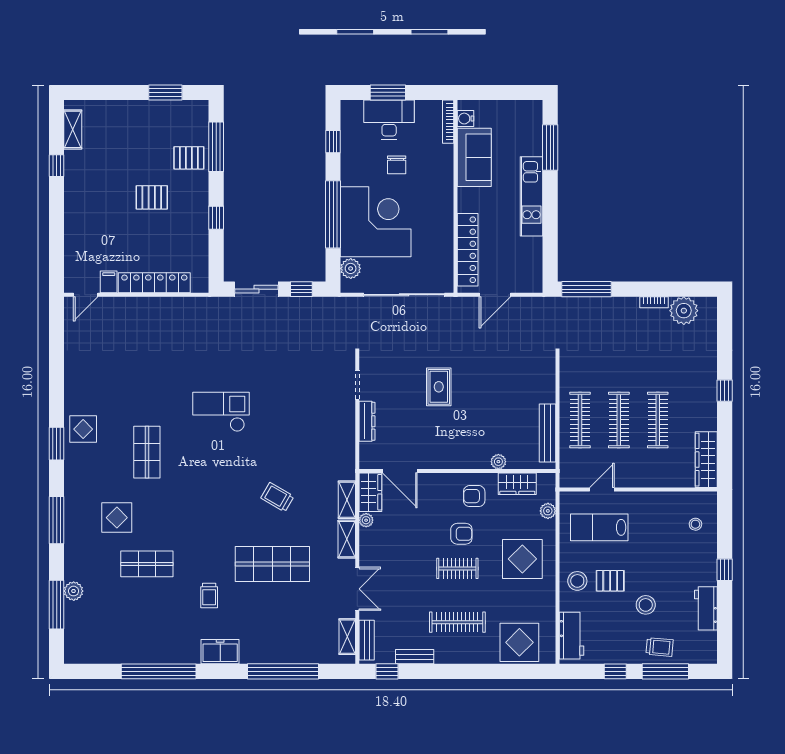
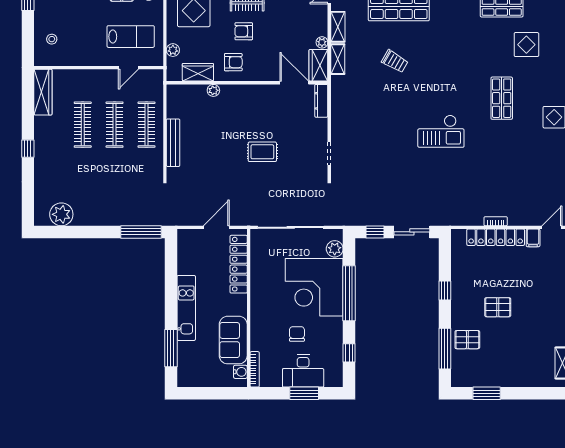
bookcase: (654, 302) -> (496, 221), moved
rug: (439, 387) -> (262, 152), turned 90
dresser: (367, 421) -> (321, 101), moved
bench: (548, 433) -> (173, 143), moved

